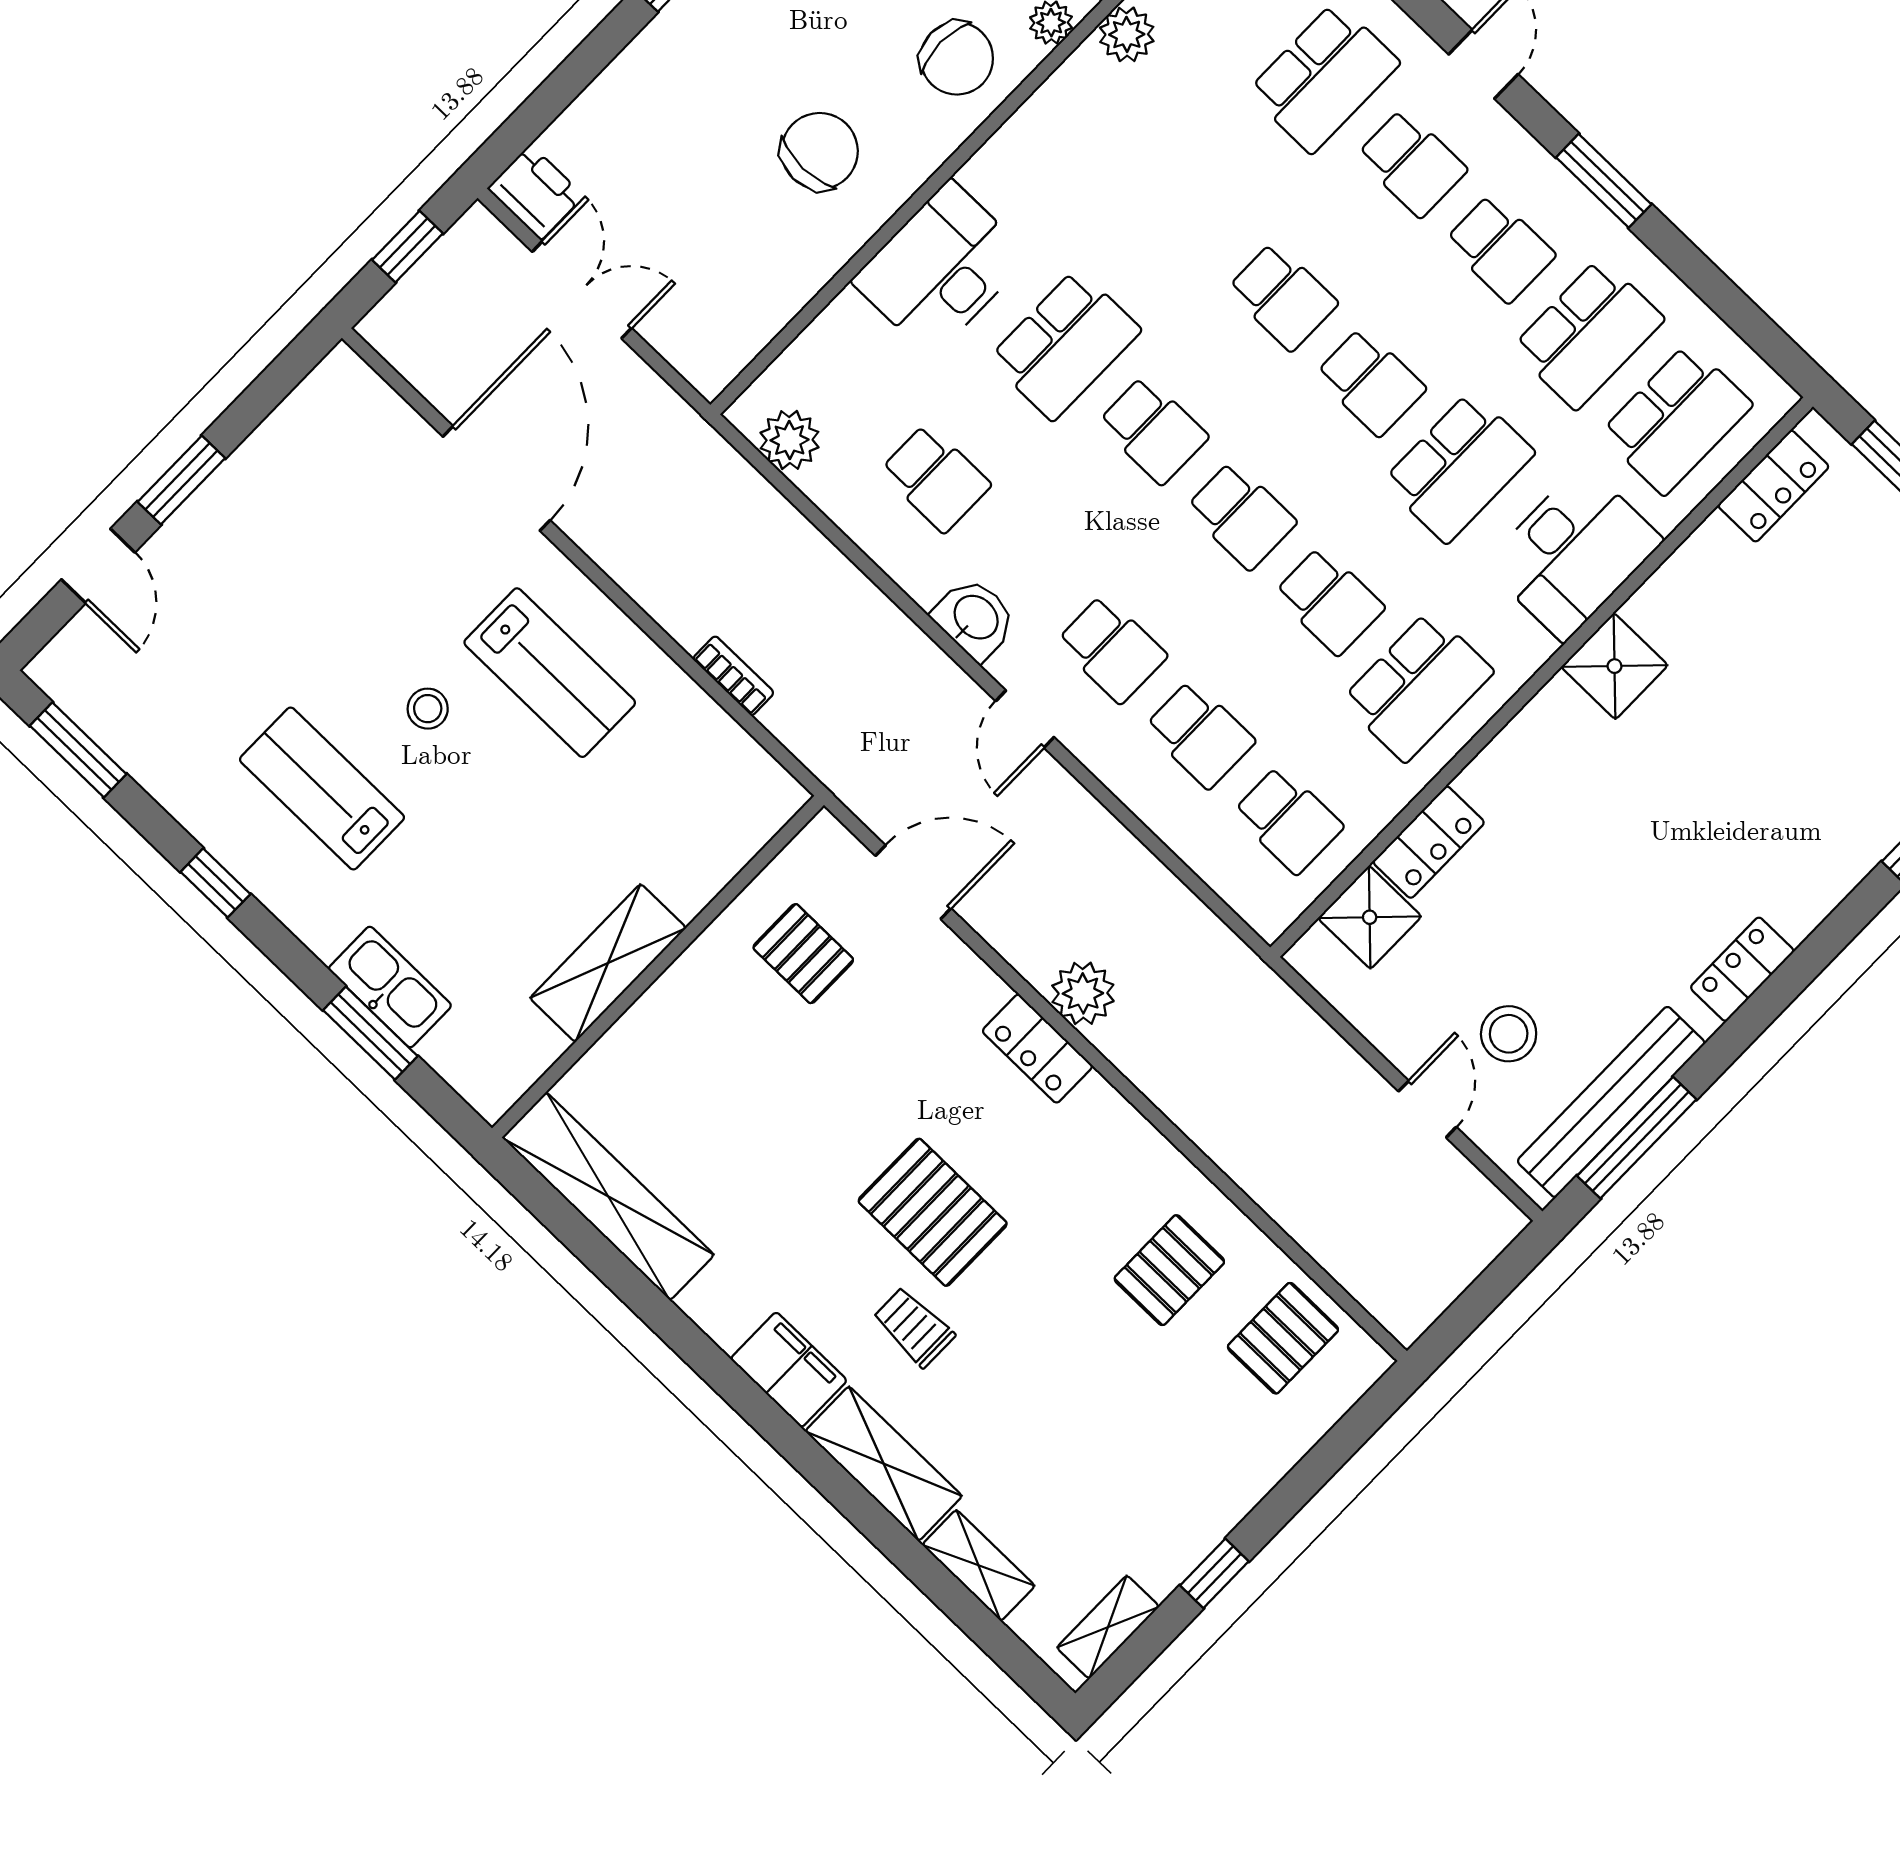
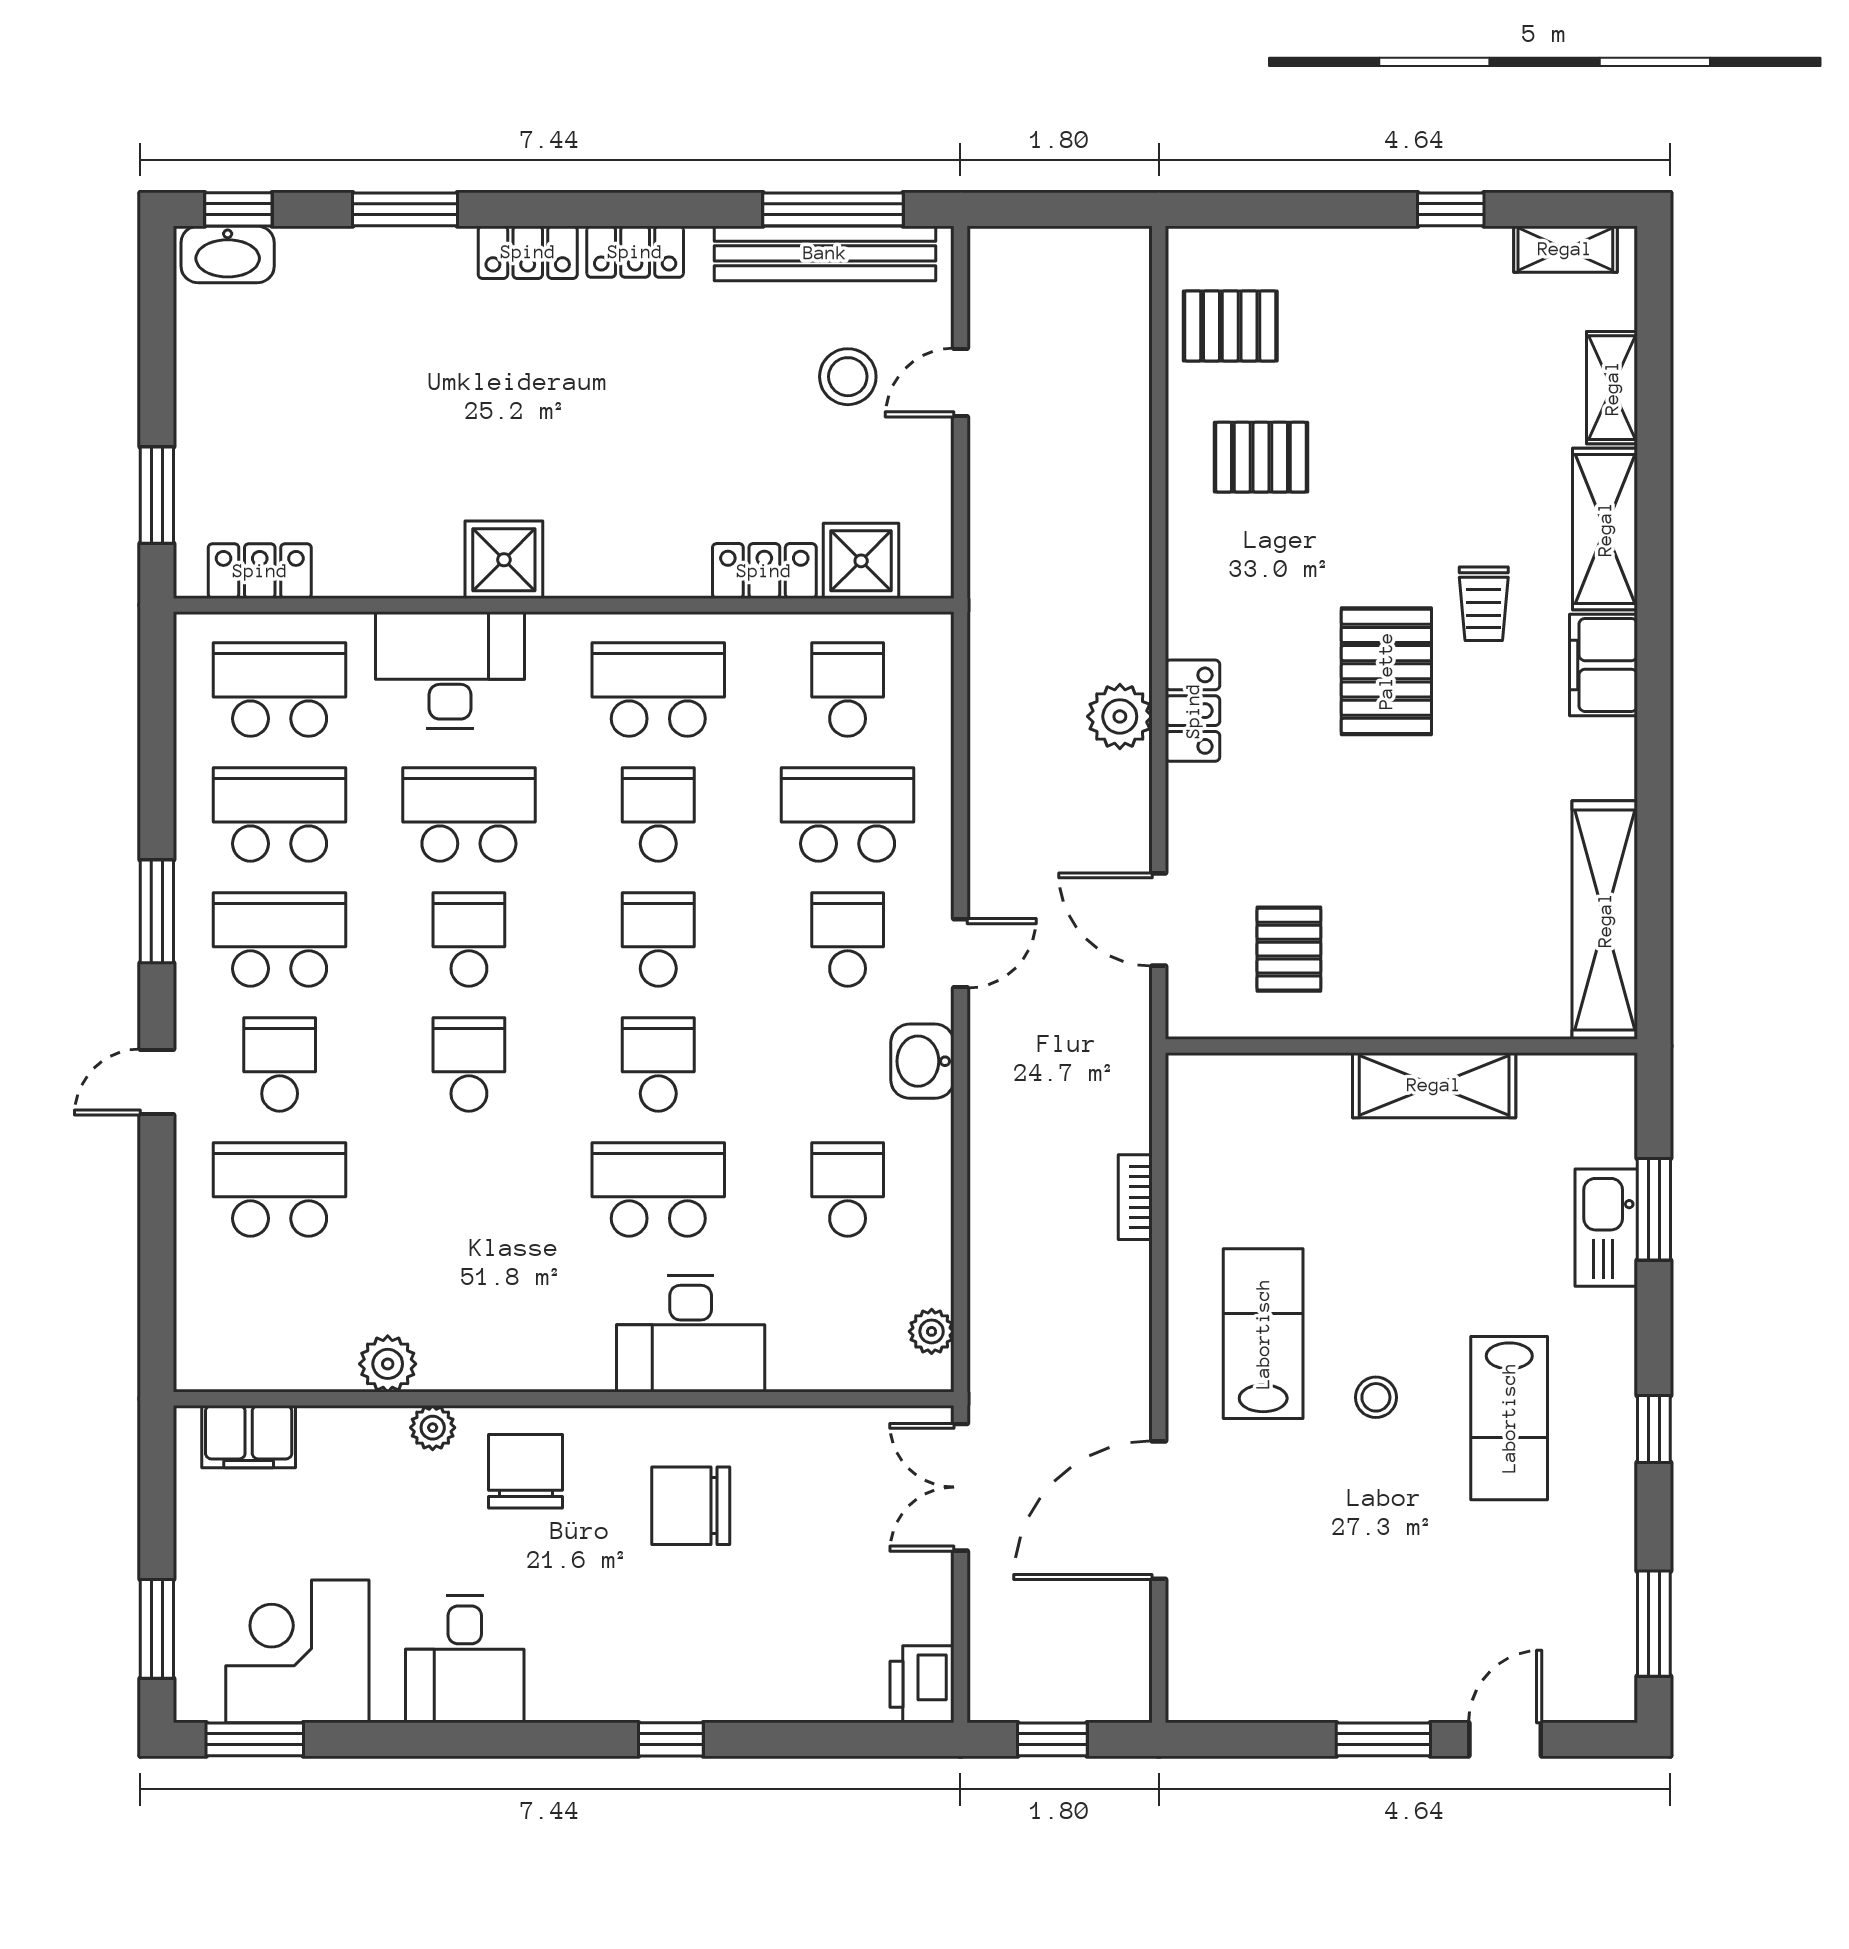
school desk: (1500, 248) -> (280, 939), width x1.85
double door: (582, 290) -> (960, 1487), moved
plant: (790, 440) -> (932, 1331), width x0.73, depth x0.73
school desk: (1200, 734) -> (848, 815), width x1.85
locker: (1815, 893) -> (528, 252), added

